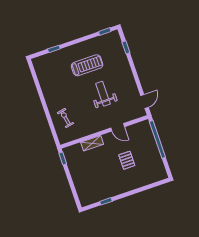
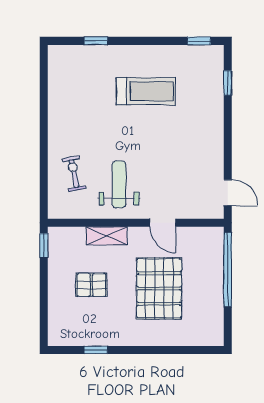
weight bench: (103, 94) -> (119, 184), moved
door: (144, 101) -> (228, 193), hinge flipped
pallet: (127, 160) -> (159, 288), width x2.05, depth x2.00
pallet: (93, 170) -> (91, 285), added

